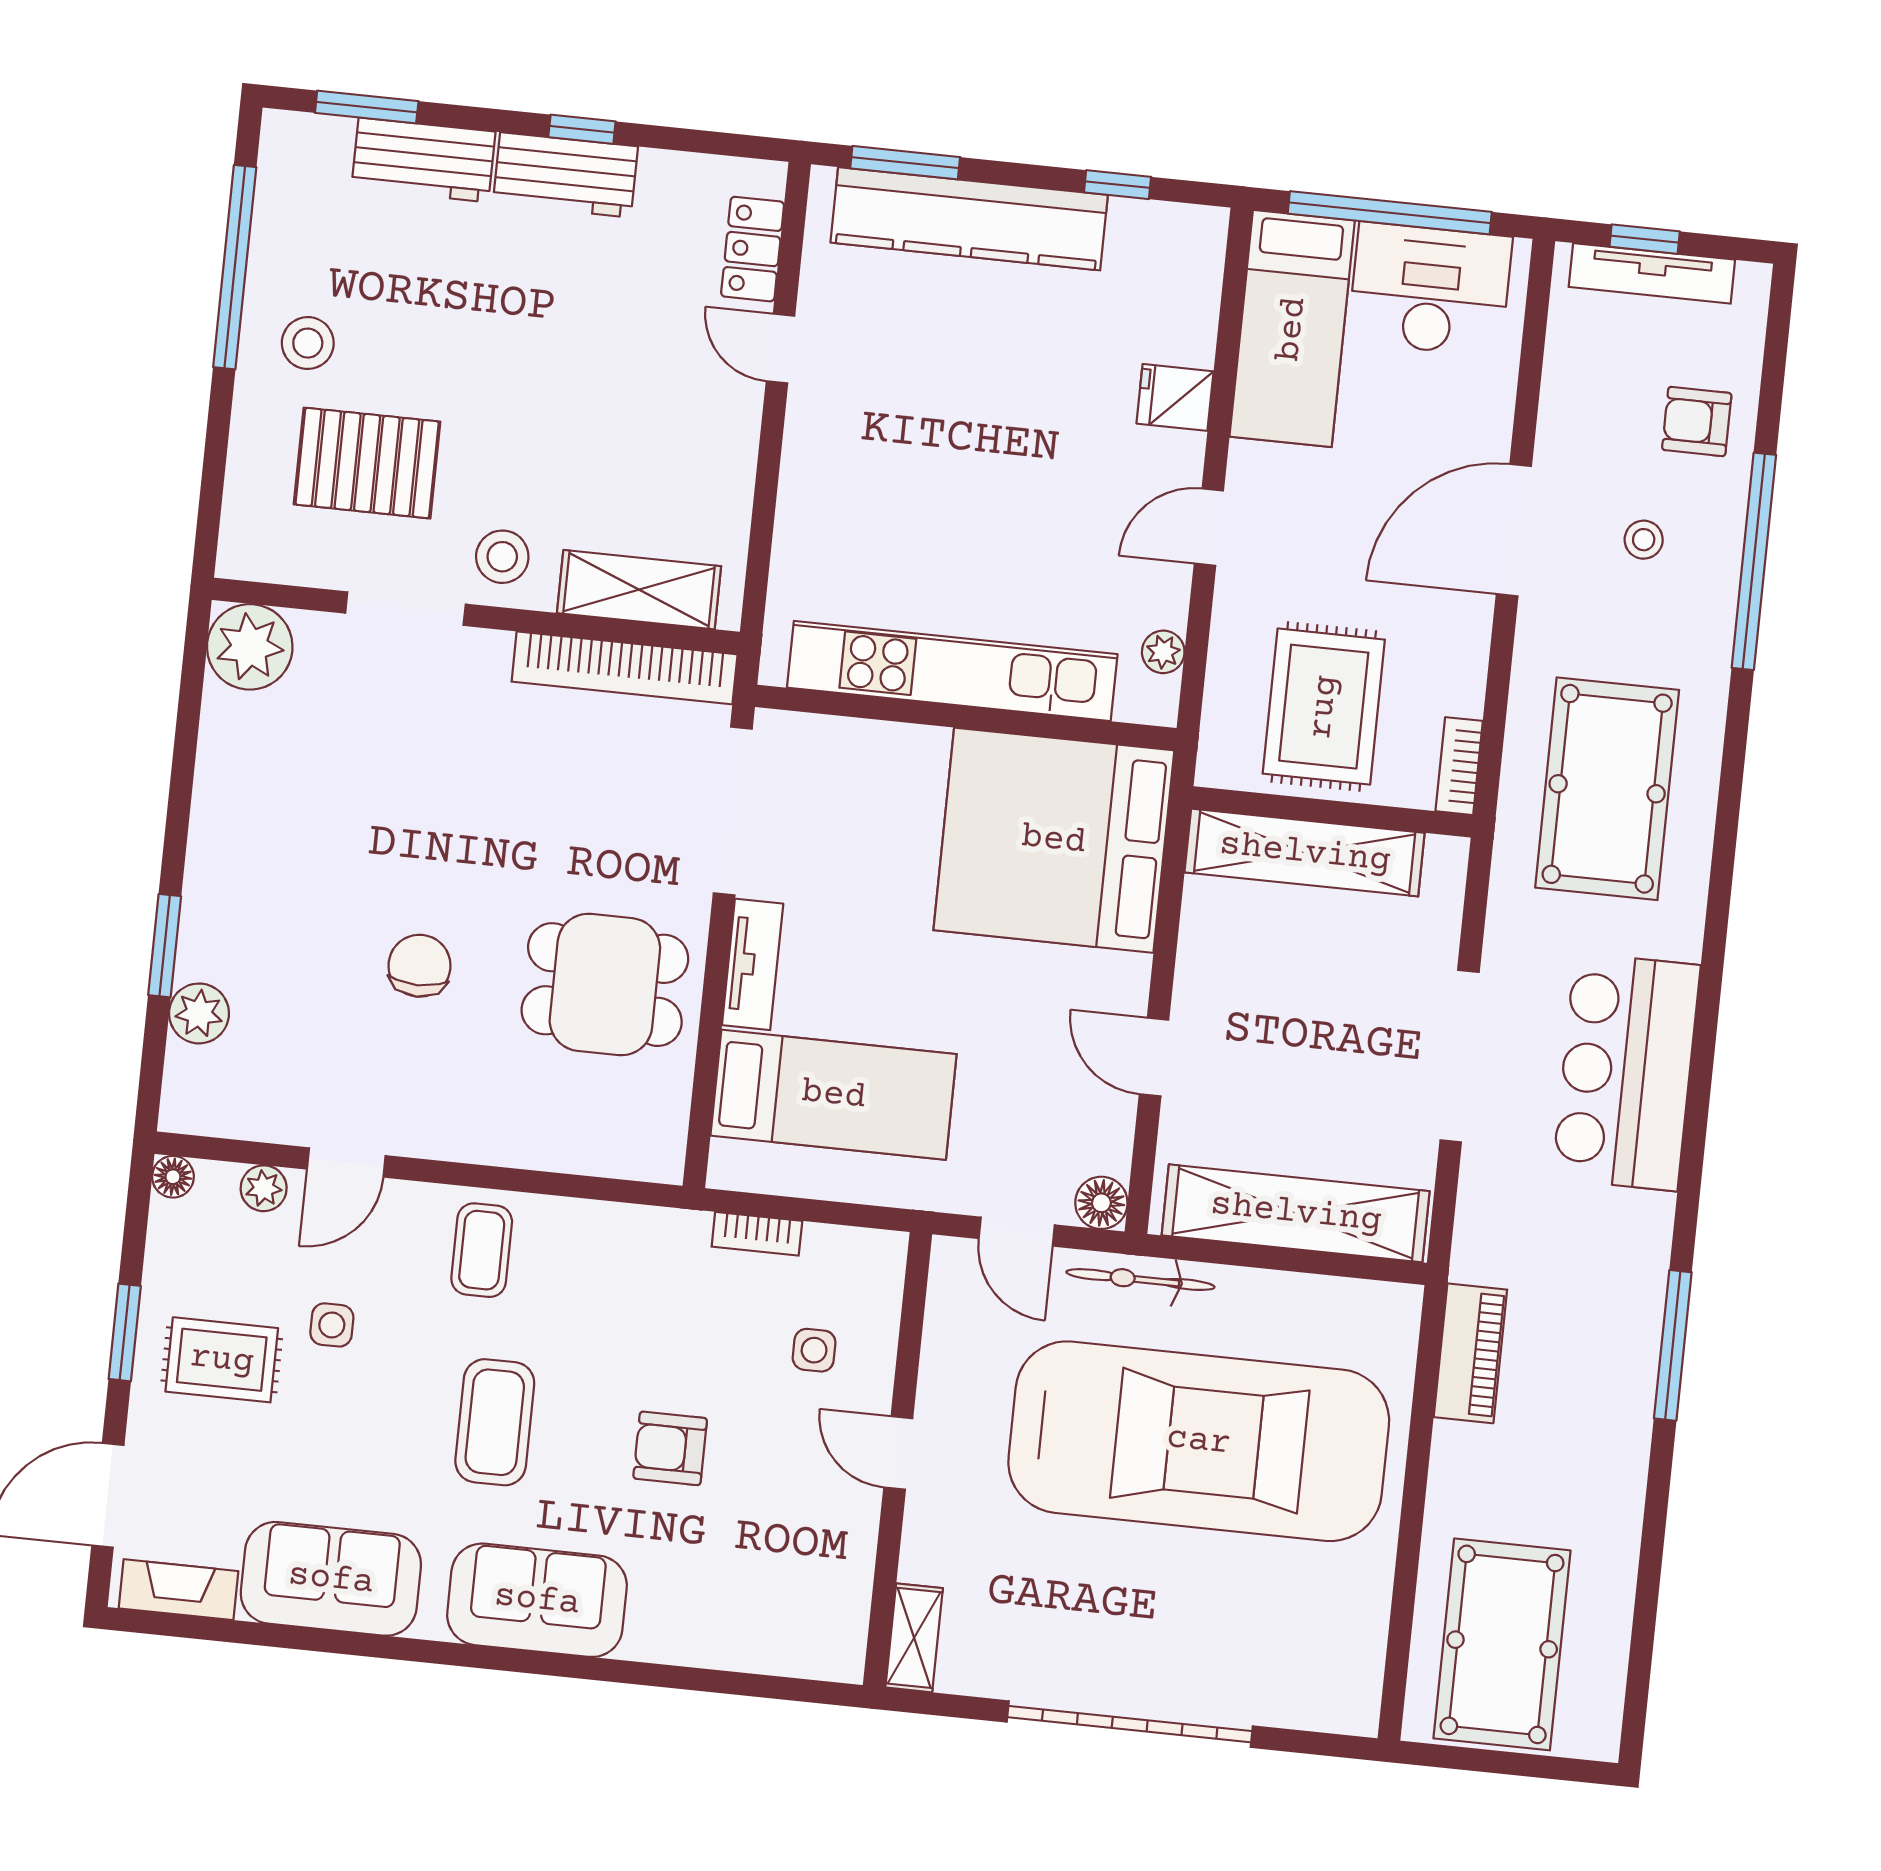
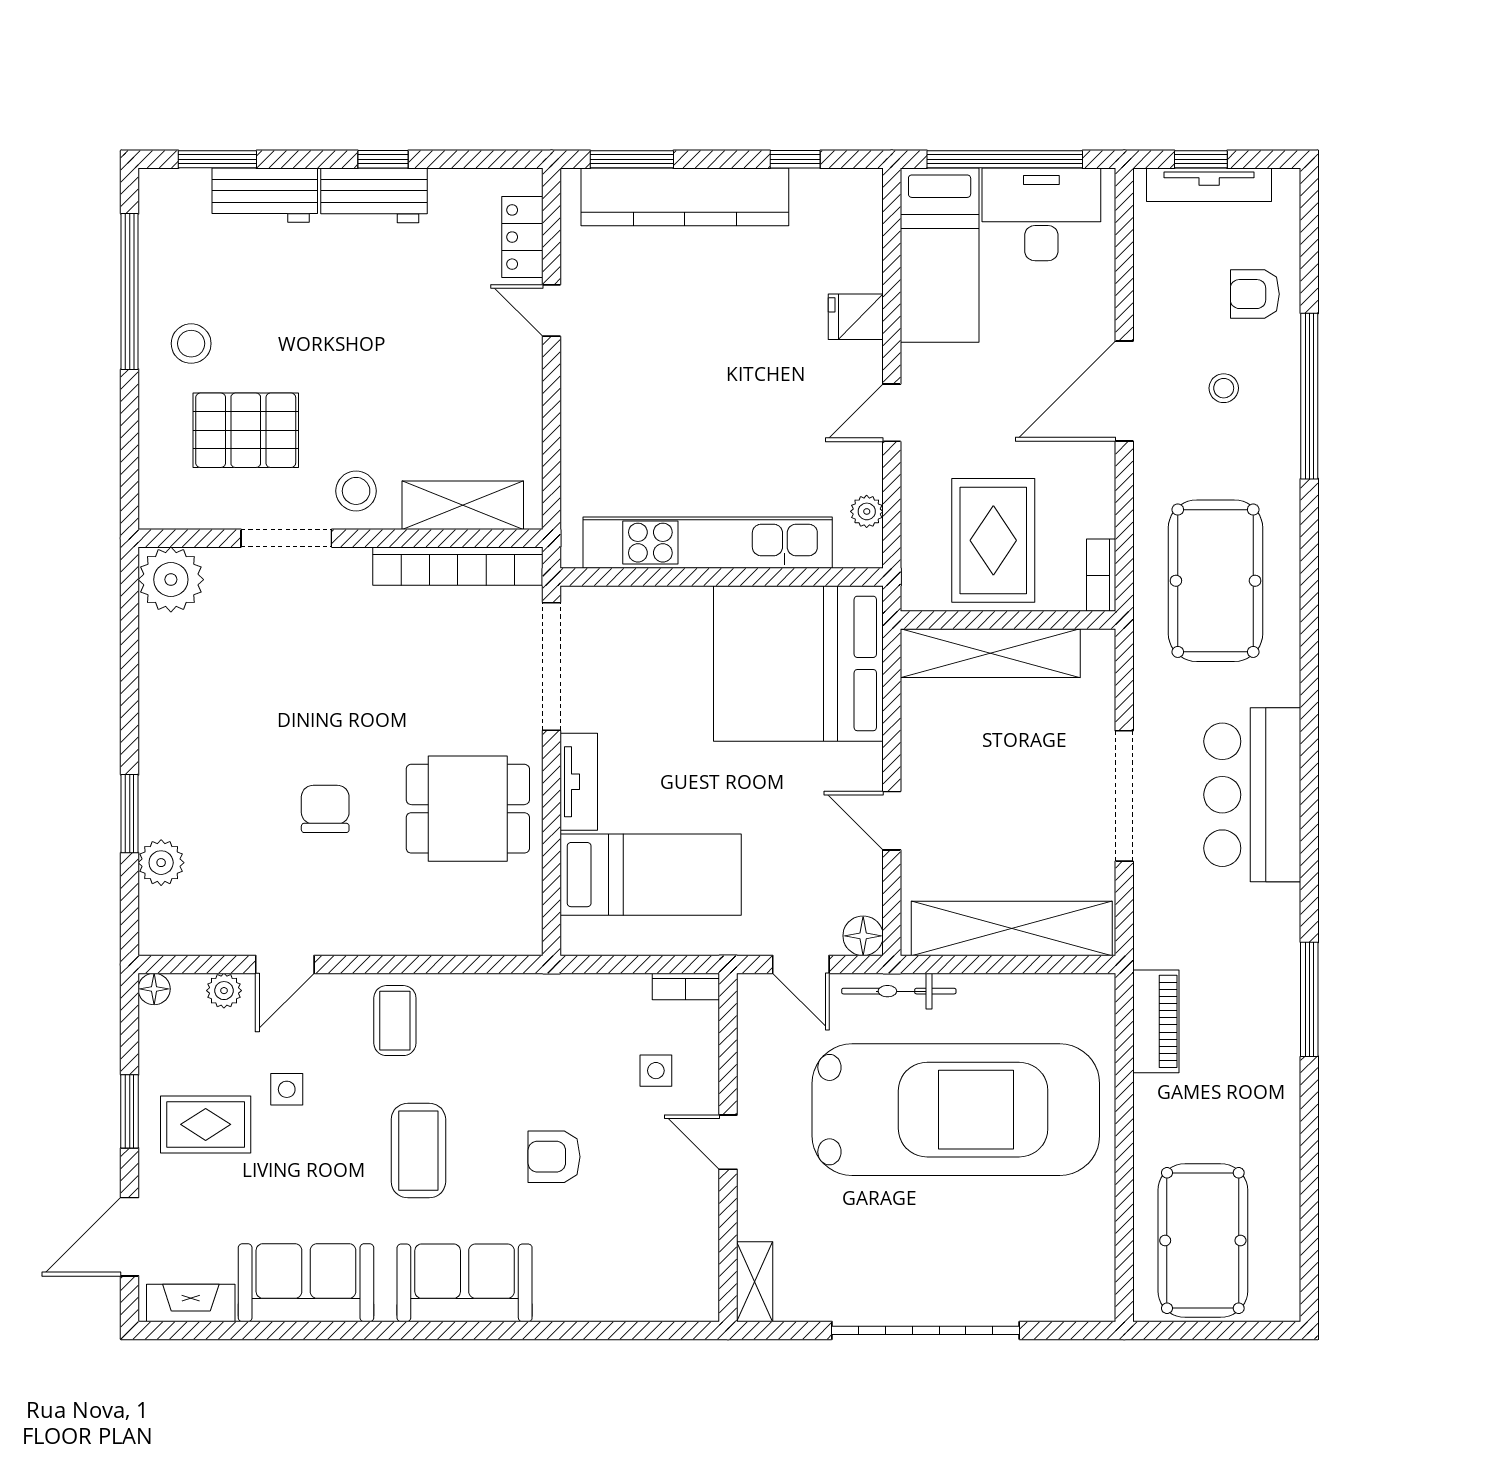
bookcase: (757, 1234) -> (686, 986), moved

